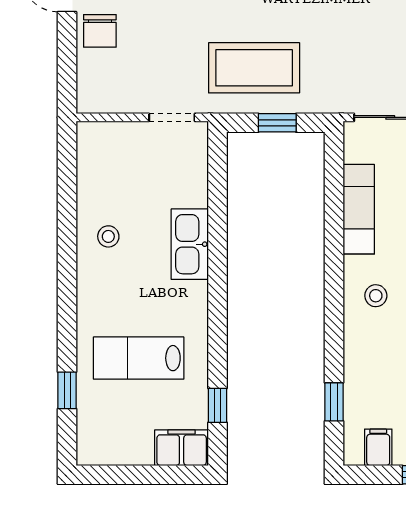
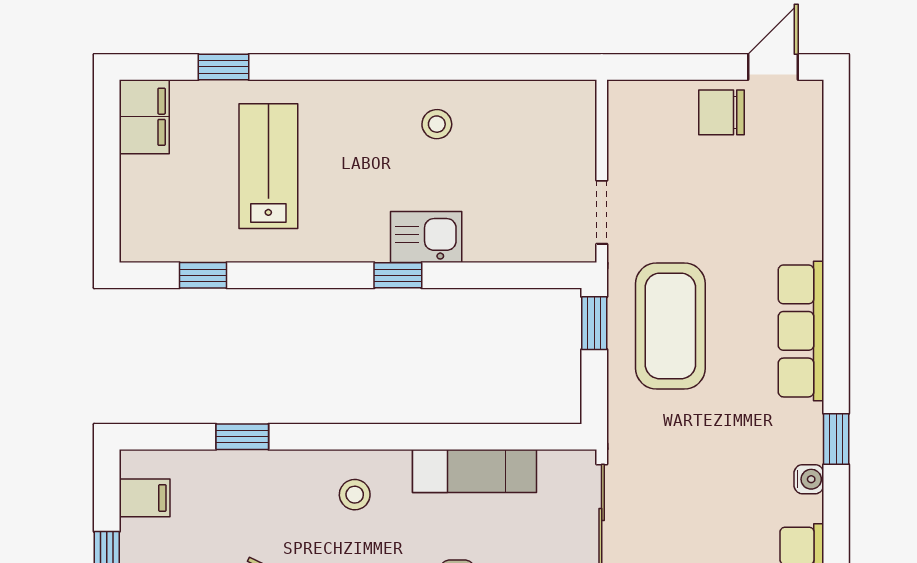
window: (277, 123) -> (594, 323), moved
kitchen sink: (190, 244) -> (426, 237), width x0.73
window: (218, 265) -> (398, 275), added
window: (334, 402) -> (242, 437), moved
filing cabinet: (182, 448) -> (144, 117), moved

